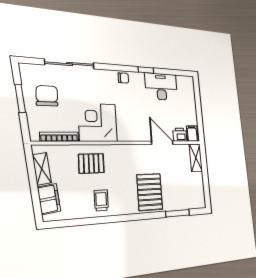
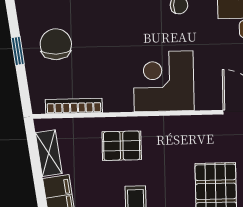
window: (20, 98) -> (18, 51), width x0.67
corner desk: (98, 122) -> (164, 81), moved

